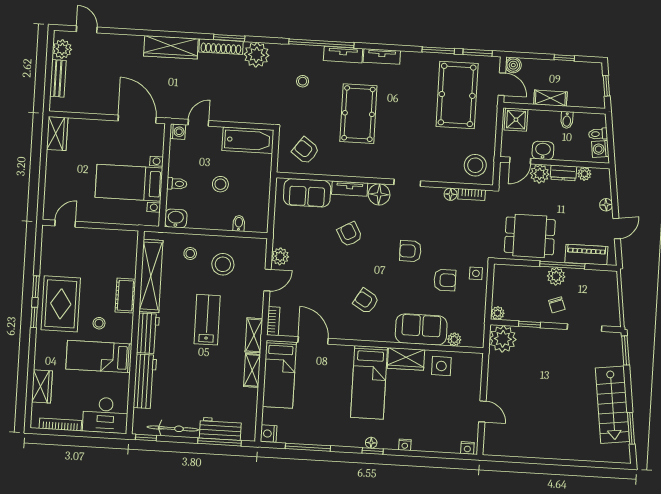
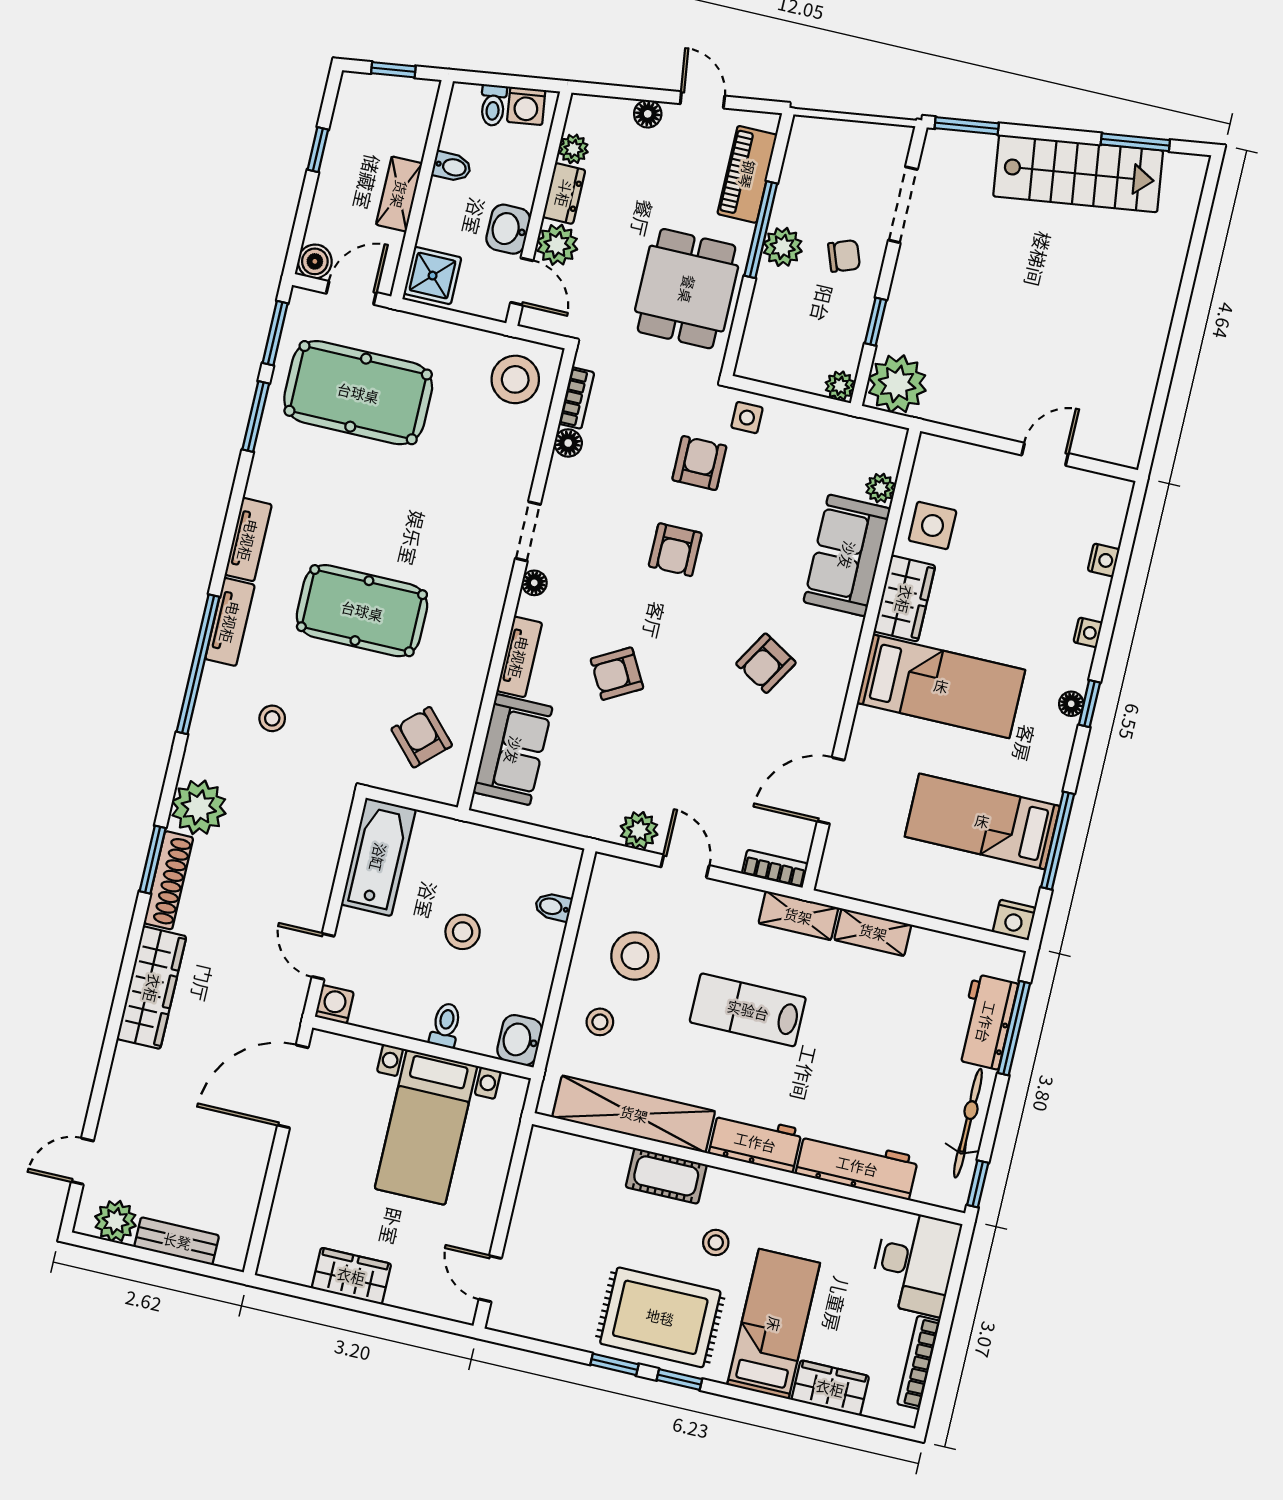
wardrobe: (57, 134) -> (351, 1276), moved
armchair: (306, 151) -> (422, 737), turned 101
floor lamp: (379, 194) -> (534, 583), width x0.53, depth x0.53
armchair: (445, 280) -> (699, 463), moved
bed: (99, 356) -> (774, 1324), moved, turned 180
bed: (279, 374) -> (982, 821), moved, turned 180
nightstand: (467, 448) -> (1104, 560), moved

